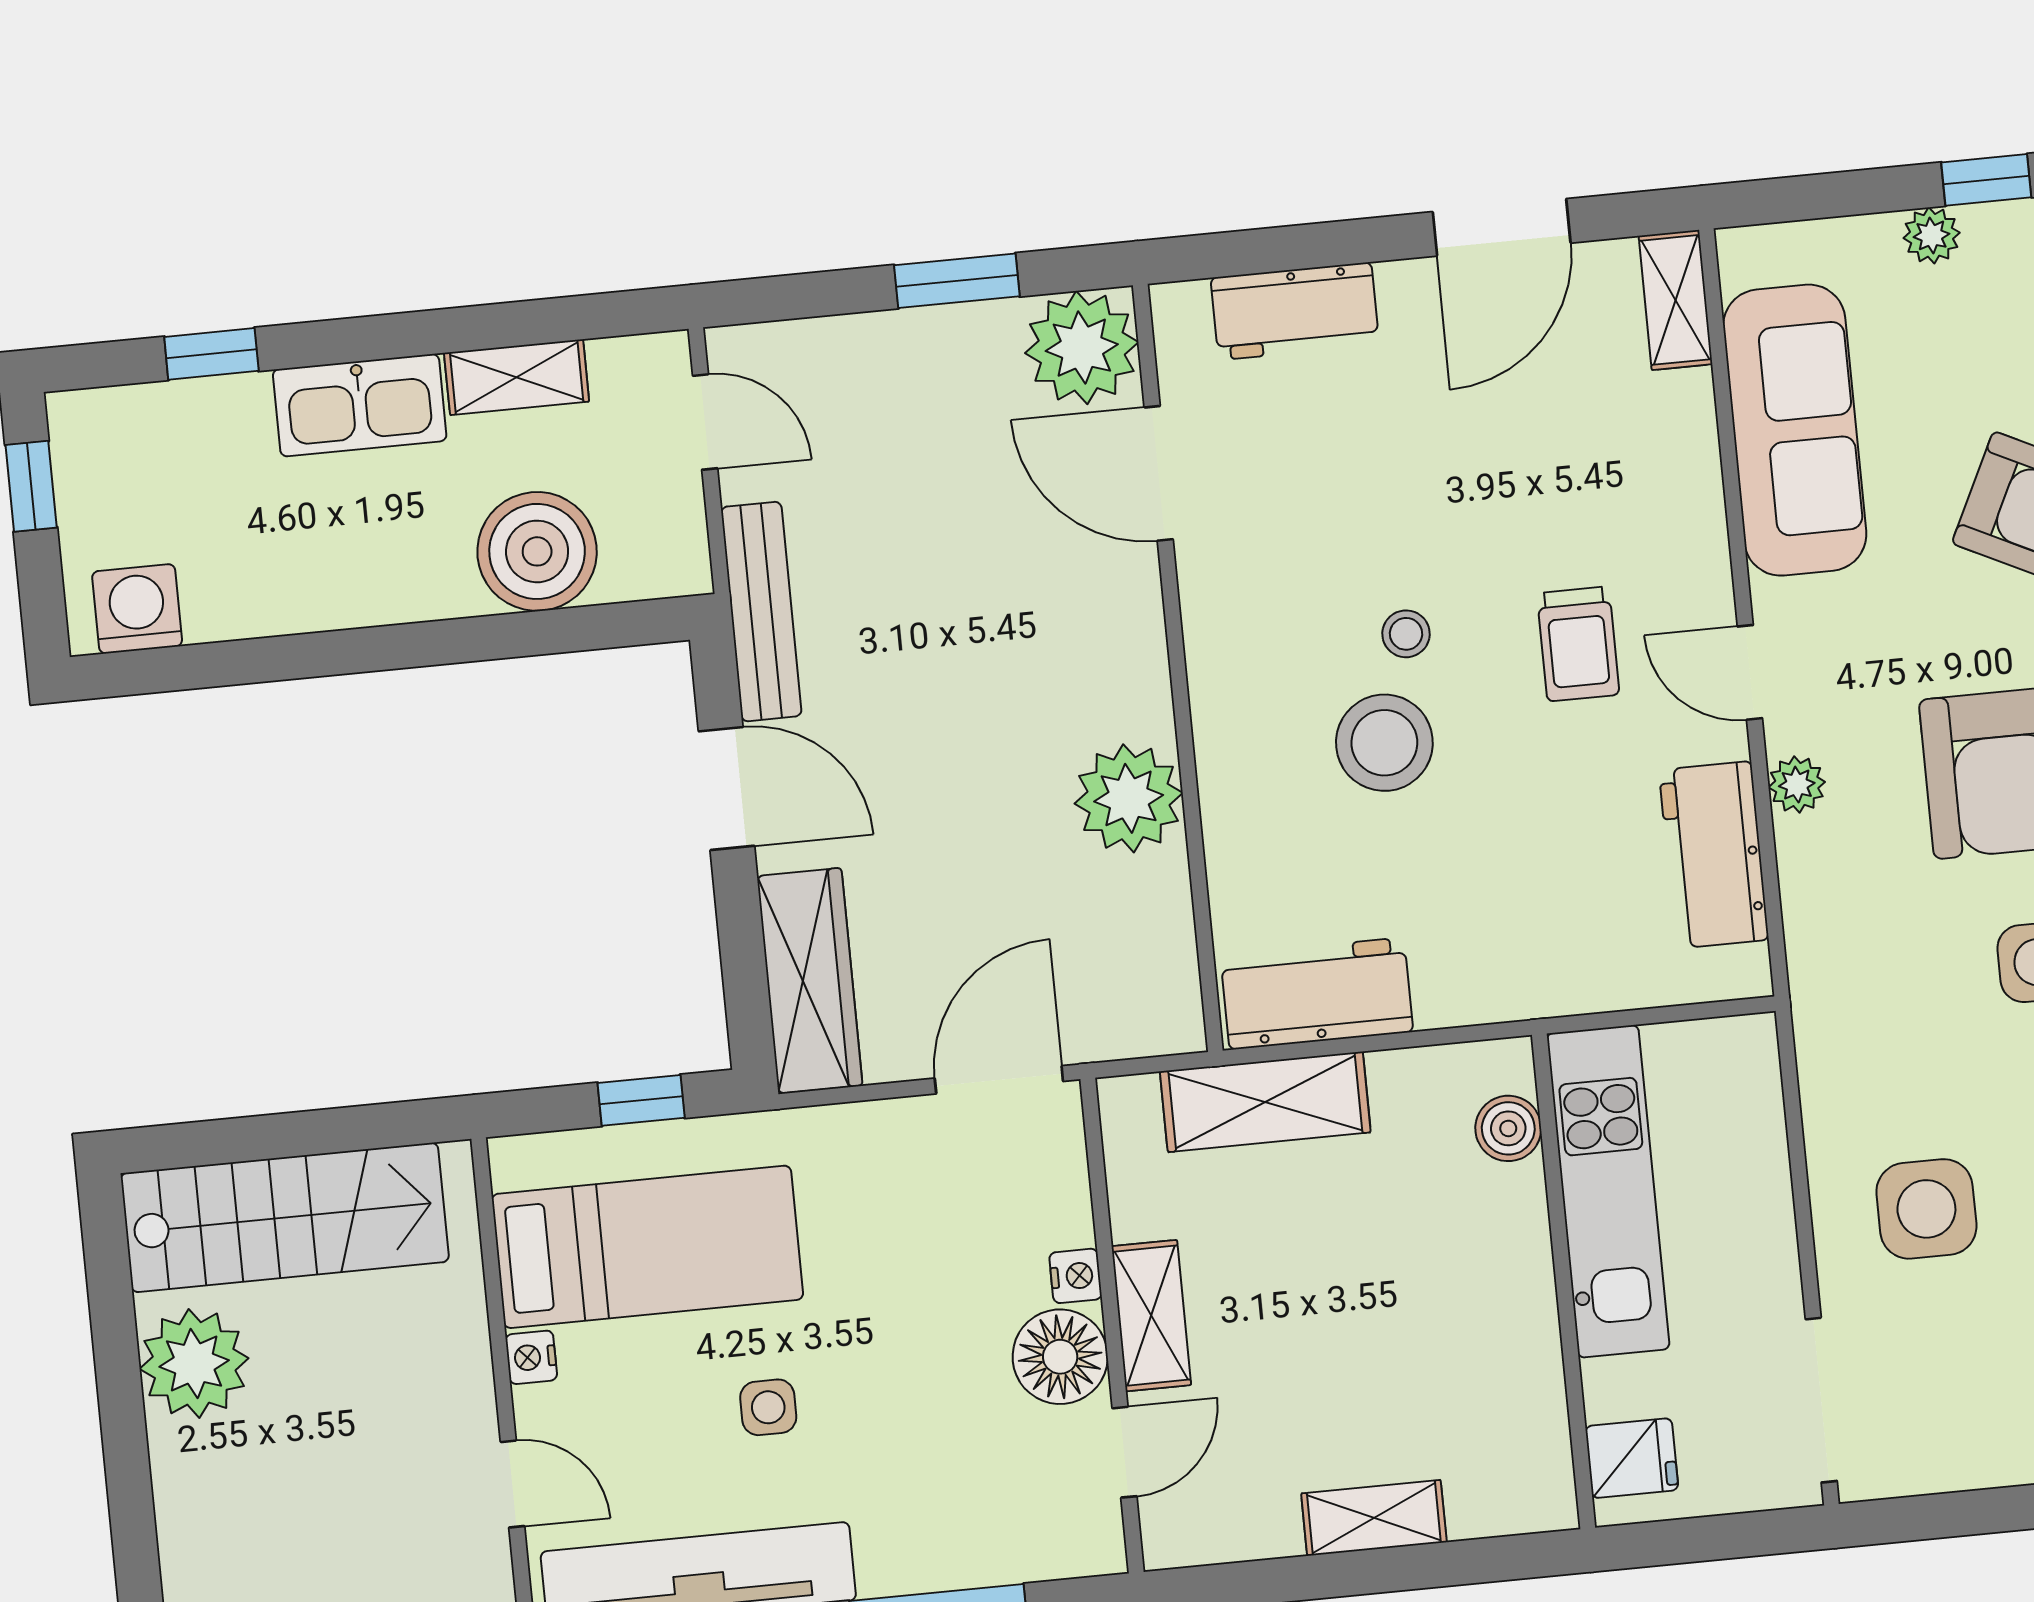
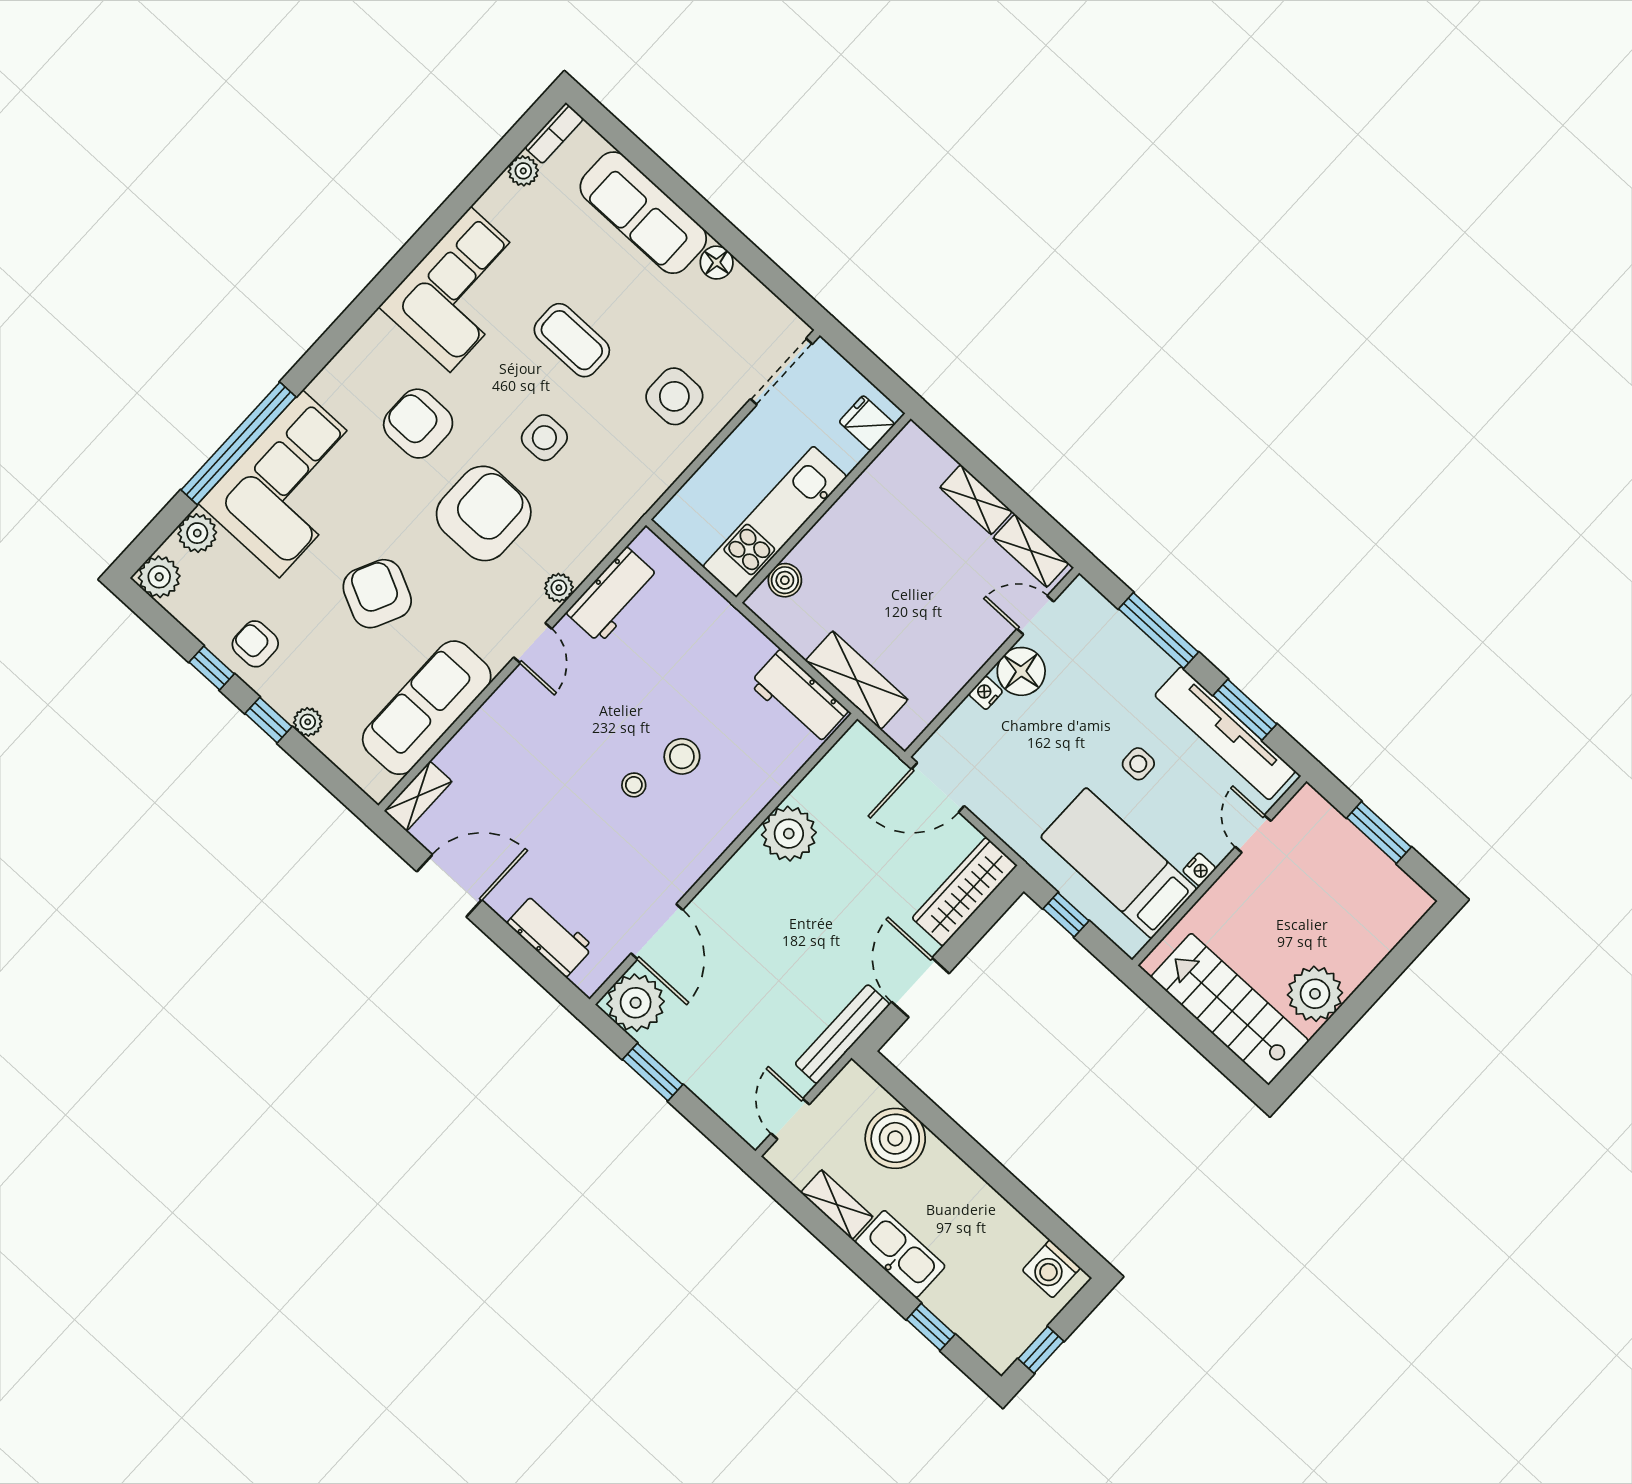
trolley: (1578, 644) -> (580, 717), removed
stool: (1384, 743) -> (682, 756), width x0.73, depth x0.73
shelving: (1151, 1316) -> (1031, 551), moved, turned 90

